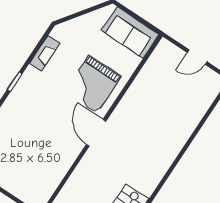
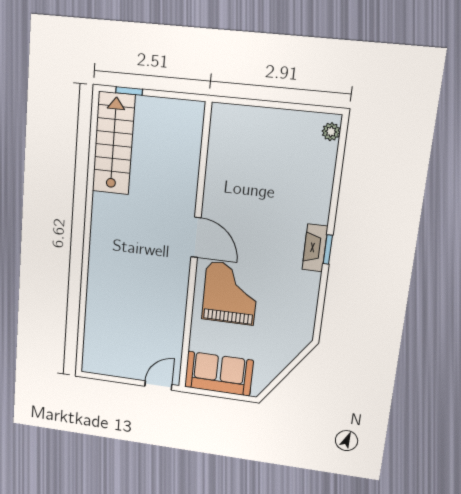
fireplace: (45, 53) -> (315, 248), moved
door: (197, 57) -> (158, 385), moved

